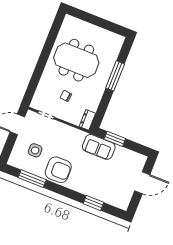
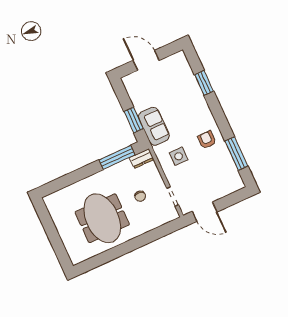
window: (115, 76) -> (117, 157), moved
side table: (35, 150) -> (179, 156), moved
armchair: (58, 170) -> (207, 140), width x0.53, depth x0.53

